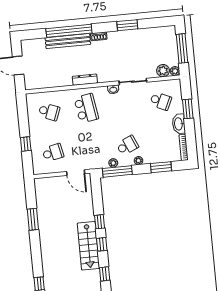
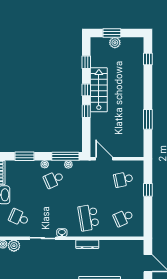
school desk: (49, 112) -> (123, 218), turned -45

